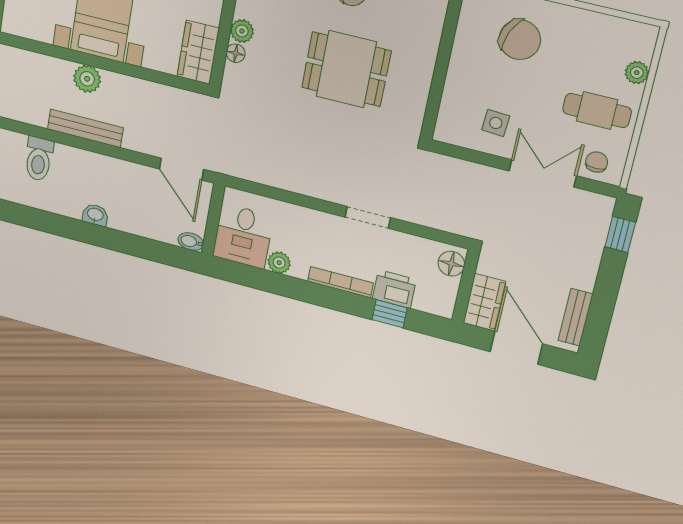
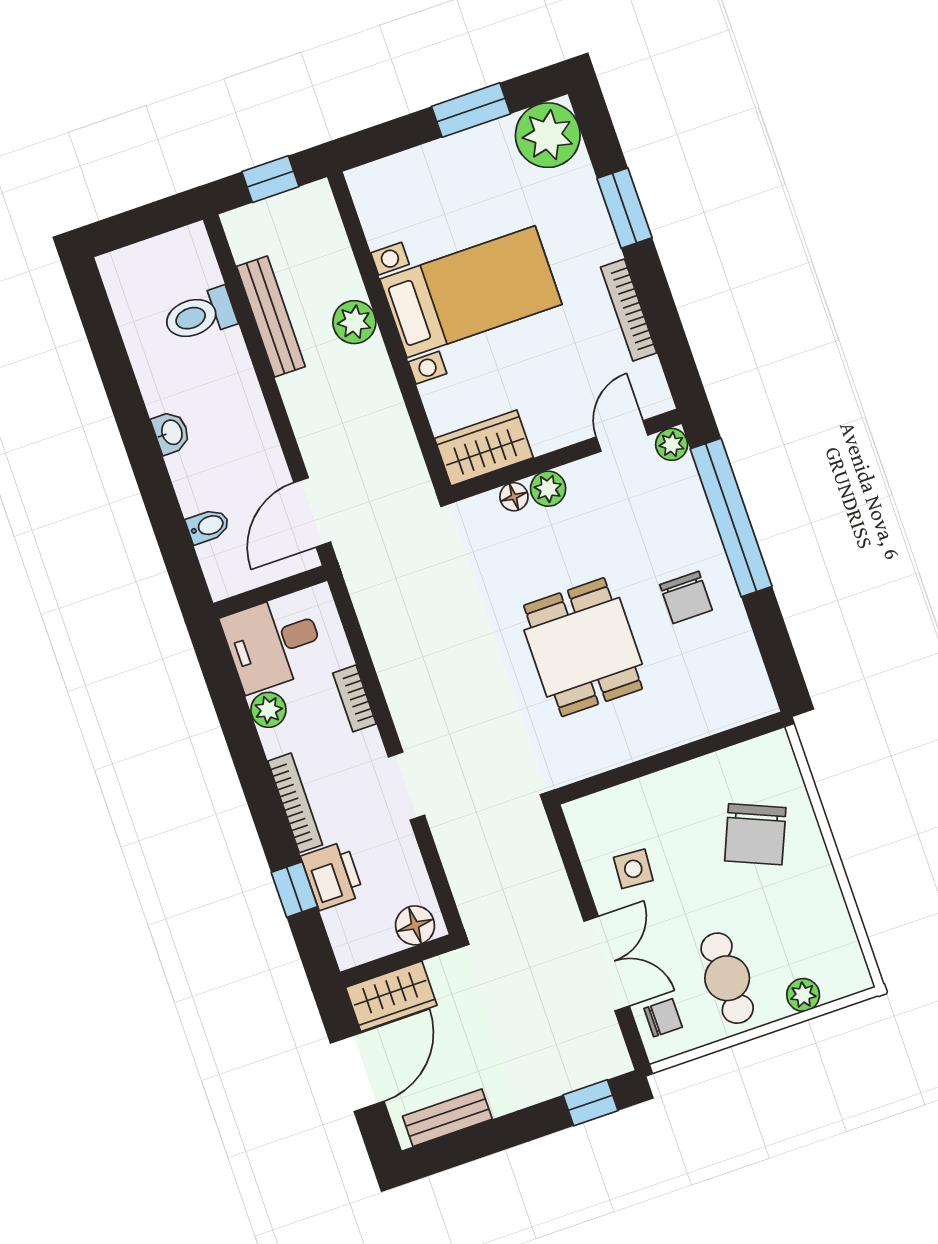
bench: (85, 128) -> (271, 316), moved
bookcase: (300, 213) -> (354, 698), added
bidet: (191, 242) -> (208, 526), moved, turned 90

